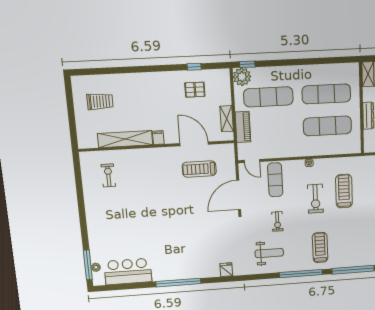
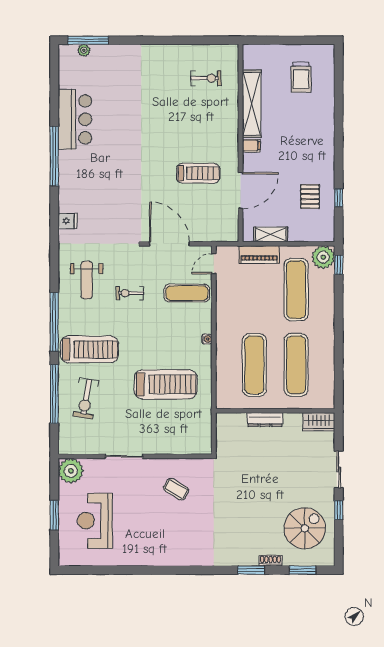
treadmill: (199, 169) -> (198, 173), moved, turned 90
treadmill: (344, 191) -> (166, 384), width x1.37, depth x1.38
exercise bike: (315, 199) -> (86, 399), moved, turned -80
treadmill: (320, 248) -> (89, 349), width x1.37, depth x1.38
bar counter: (128, 272) -> (75, 119), moved

